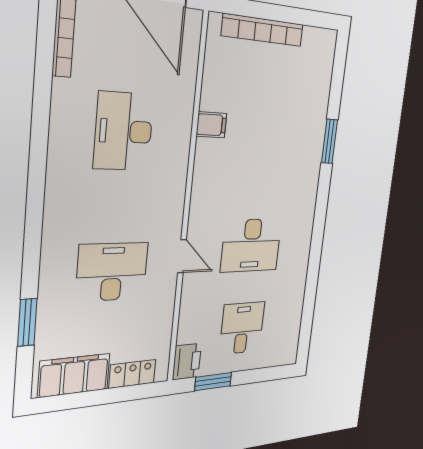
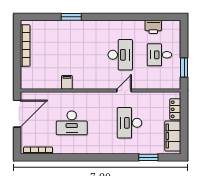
bookcase: (263, 30) -> (25, 45), moved
printer: (187, 362) -> (153, 27), moved, turned 180

